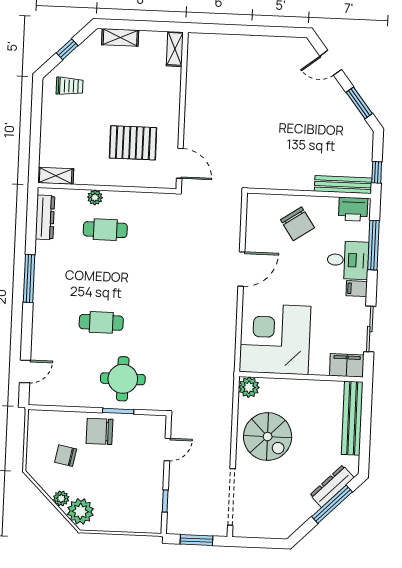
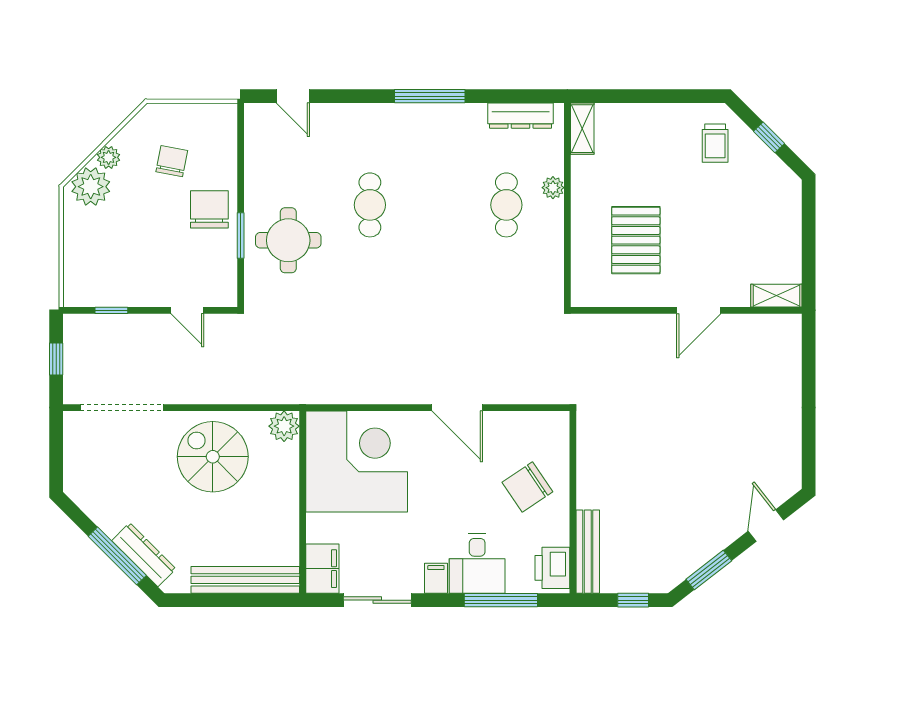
shelving: (120, 37) -> (790, 214), removed
door: (180, 163) -> (699, 310), moved
window: (377, 172) -> (633, 600), moved
spiral stairs: (268, 437) -> (213, 457), turned 90
window: (197, 540) -> (56, 359), width x0.67

